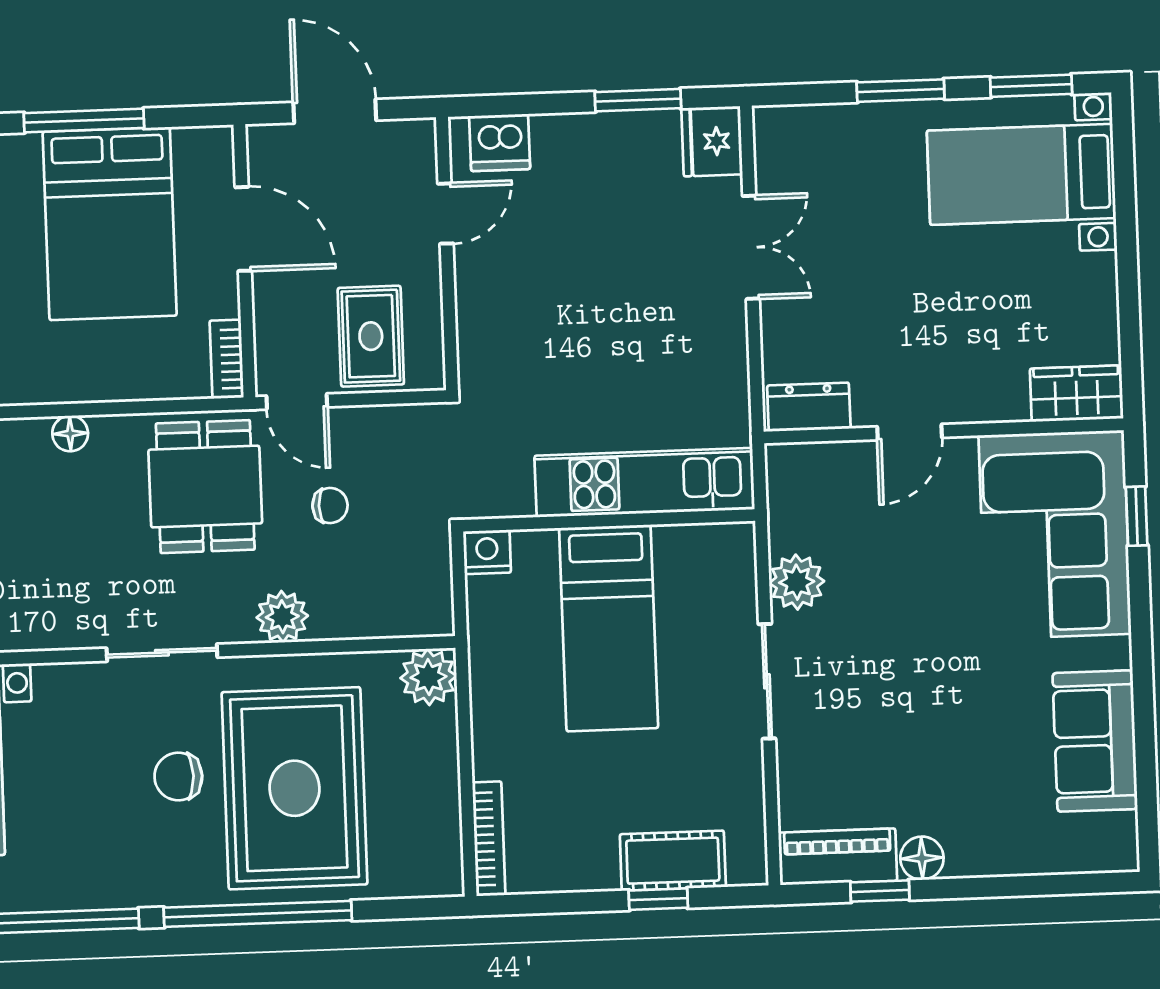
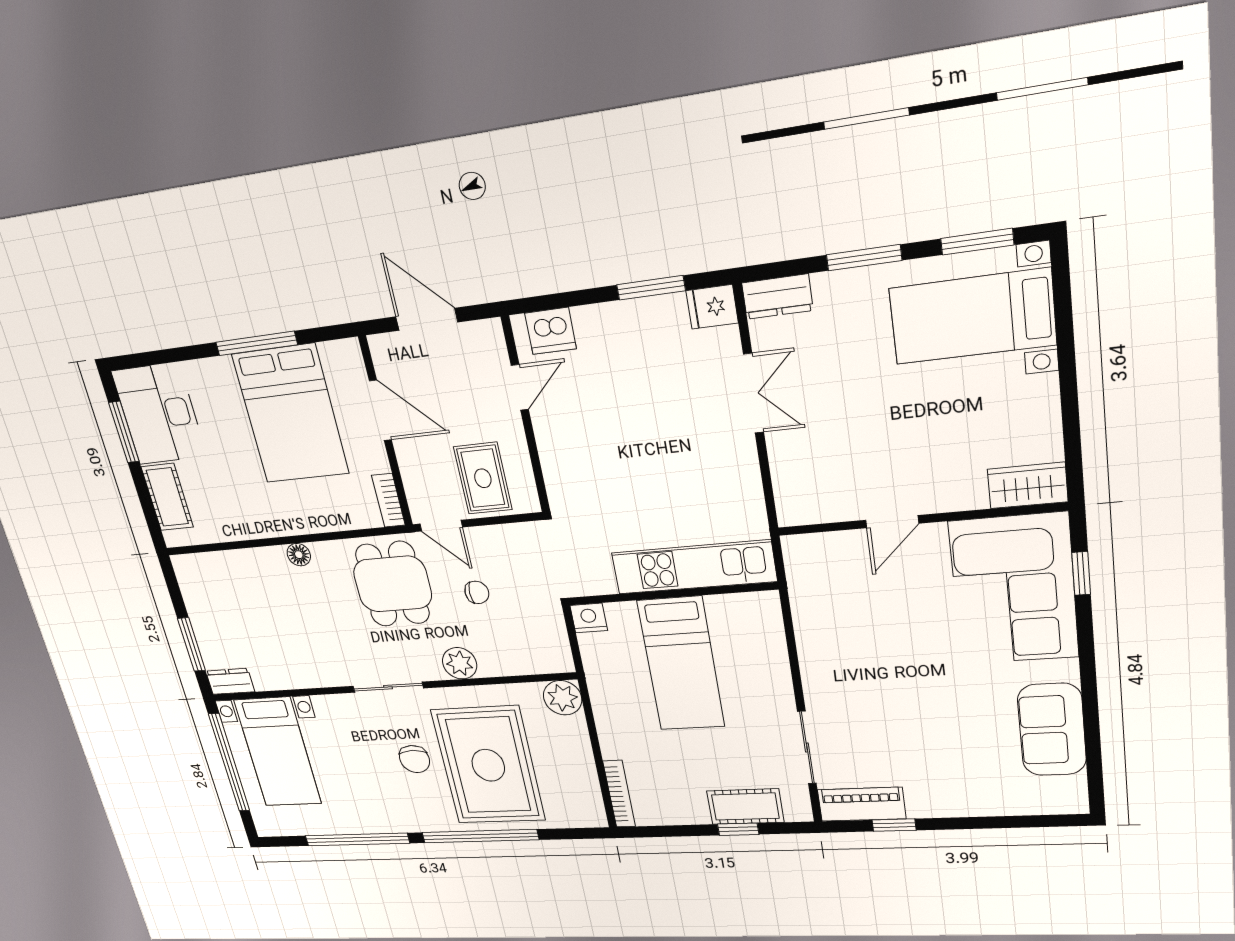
fridge: (712, 141) -> (712, 307), width x0.72
dresser: (809, 407) -> (777, 297), moved, turned 180
plant: (797, 582) -> (814, 630), removed
sliding door: (767, 681) -> (807, 747), moved
chair: (178, 777) -> (414, 759), turned -90
floor lamp: (922, 858) -> (923, 805), removed

